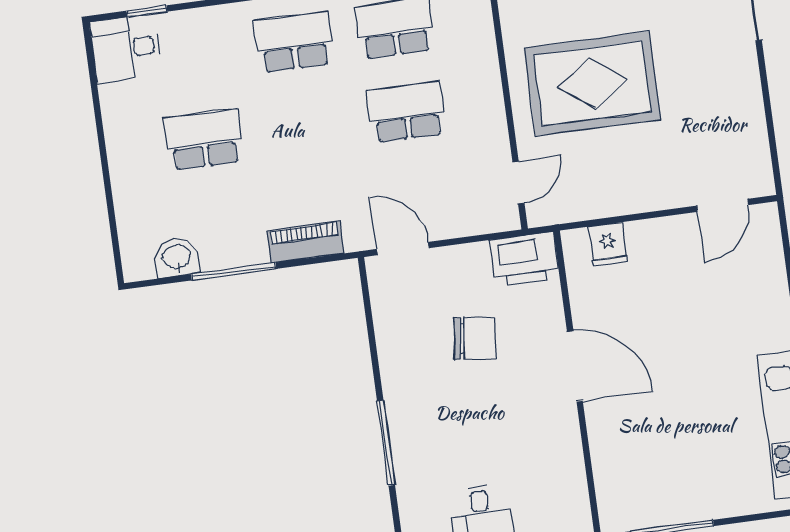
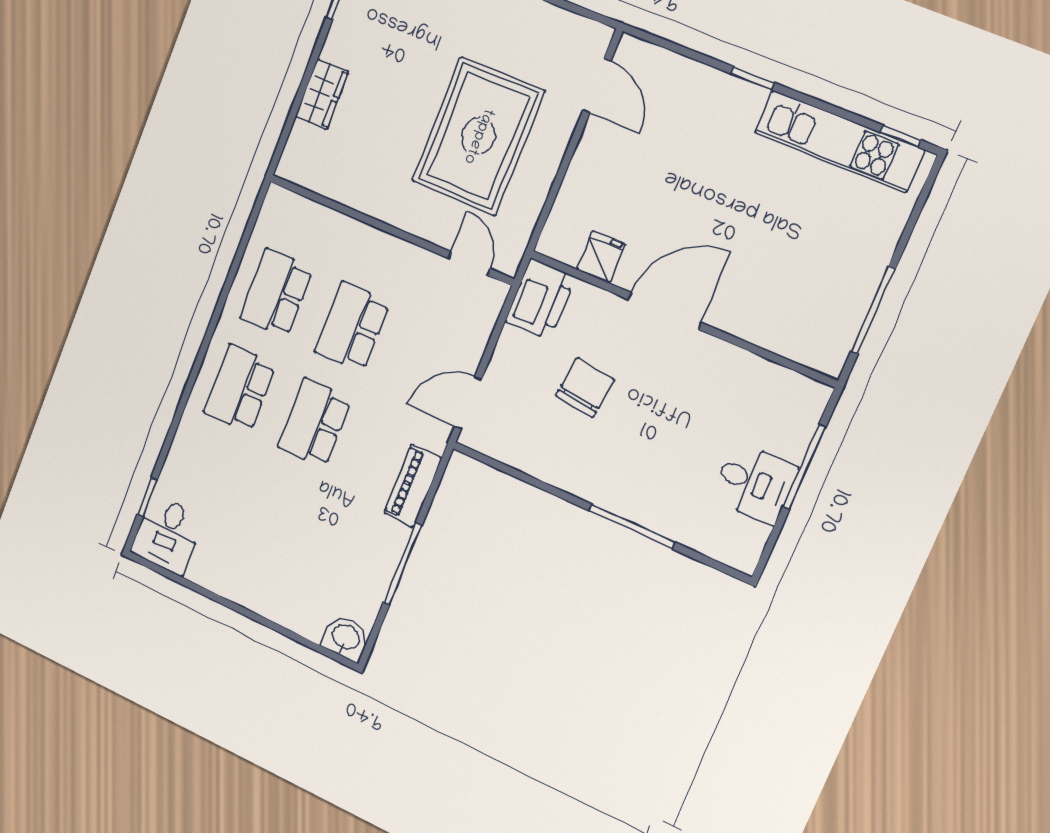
rug: (592, 84) -> (478, 136), moved
school desk: (204, 139) -> (315, 423), moved
fridge: (608, 244) -> (601, 257), moved, turned -90
washbasin: (177, 258) -> (346, 638), moved, turned 90

